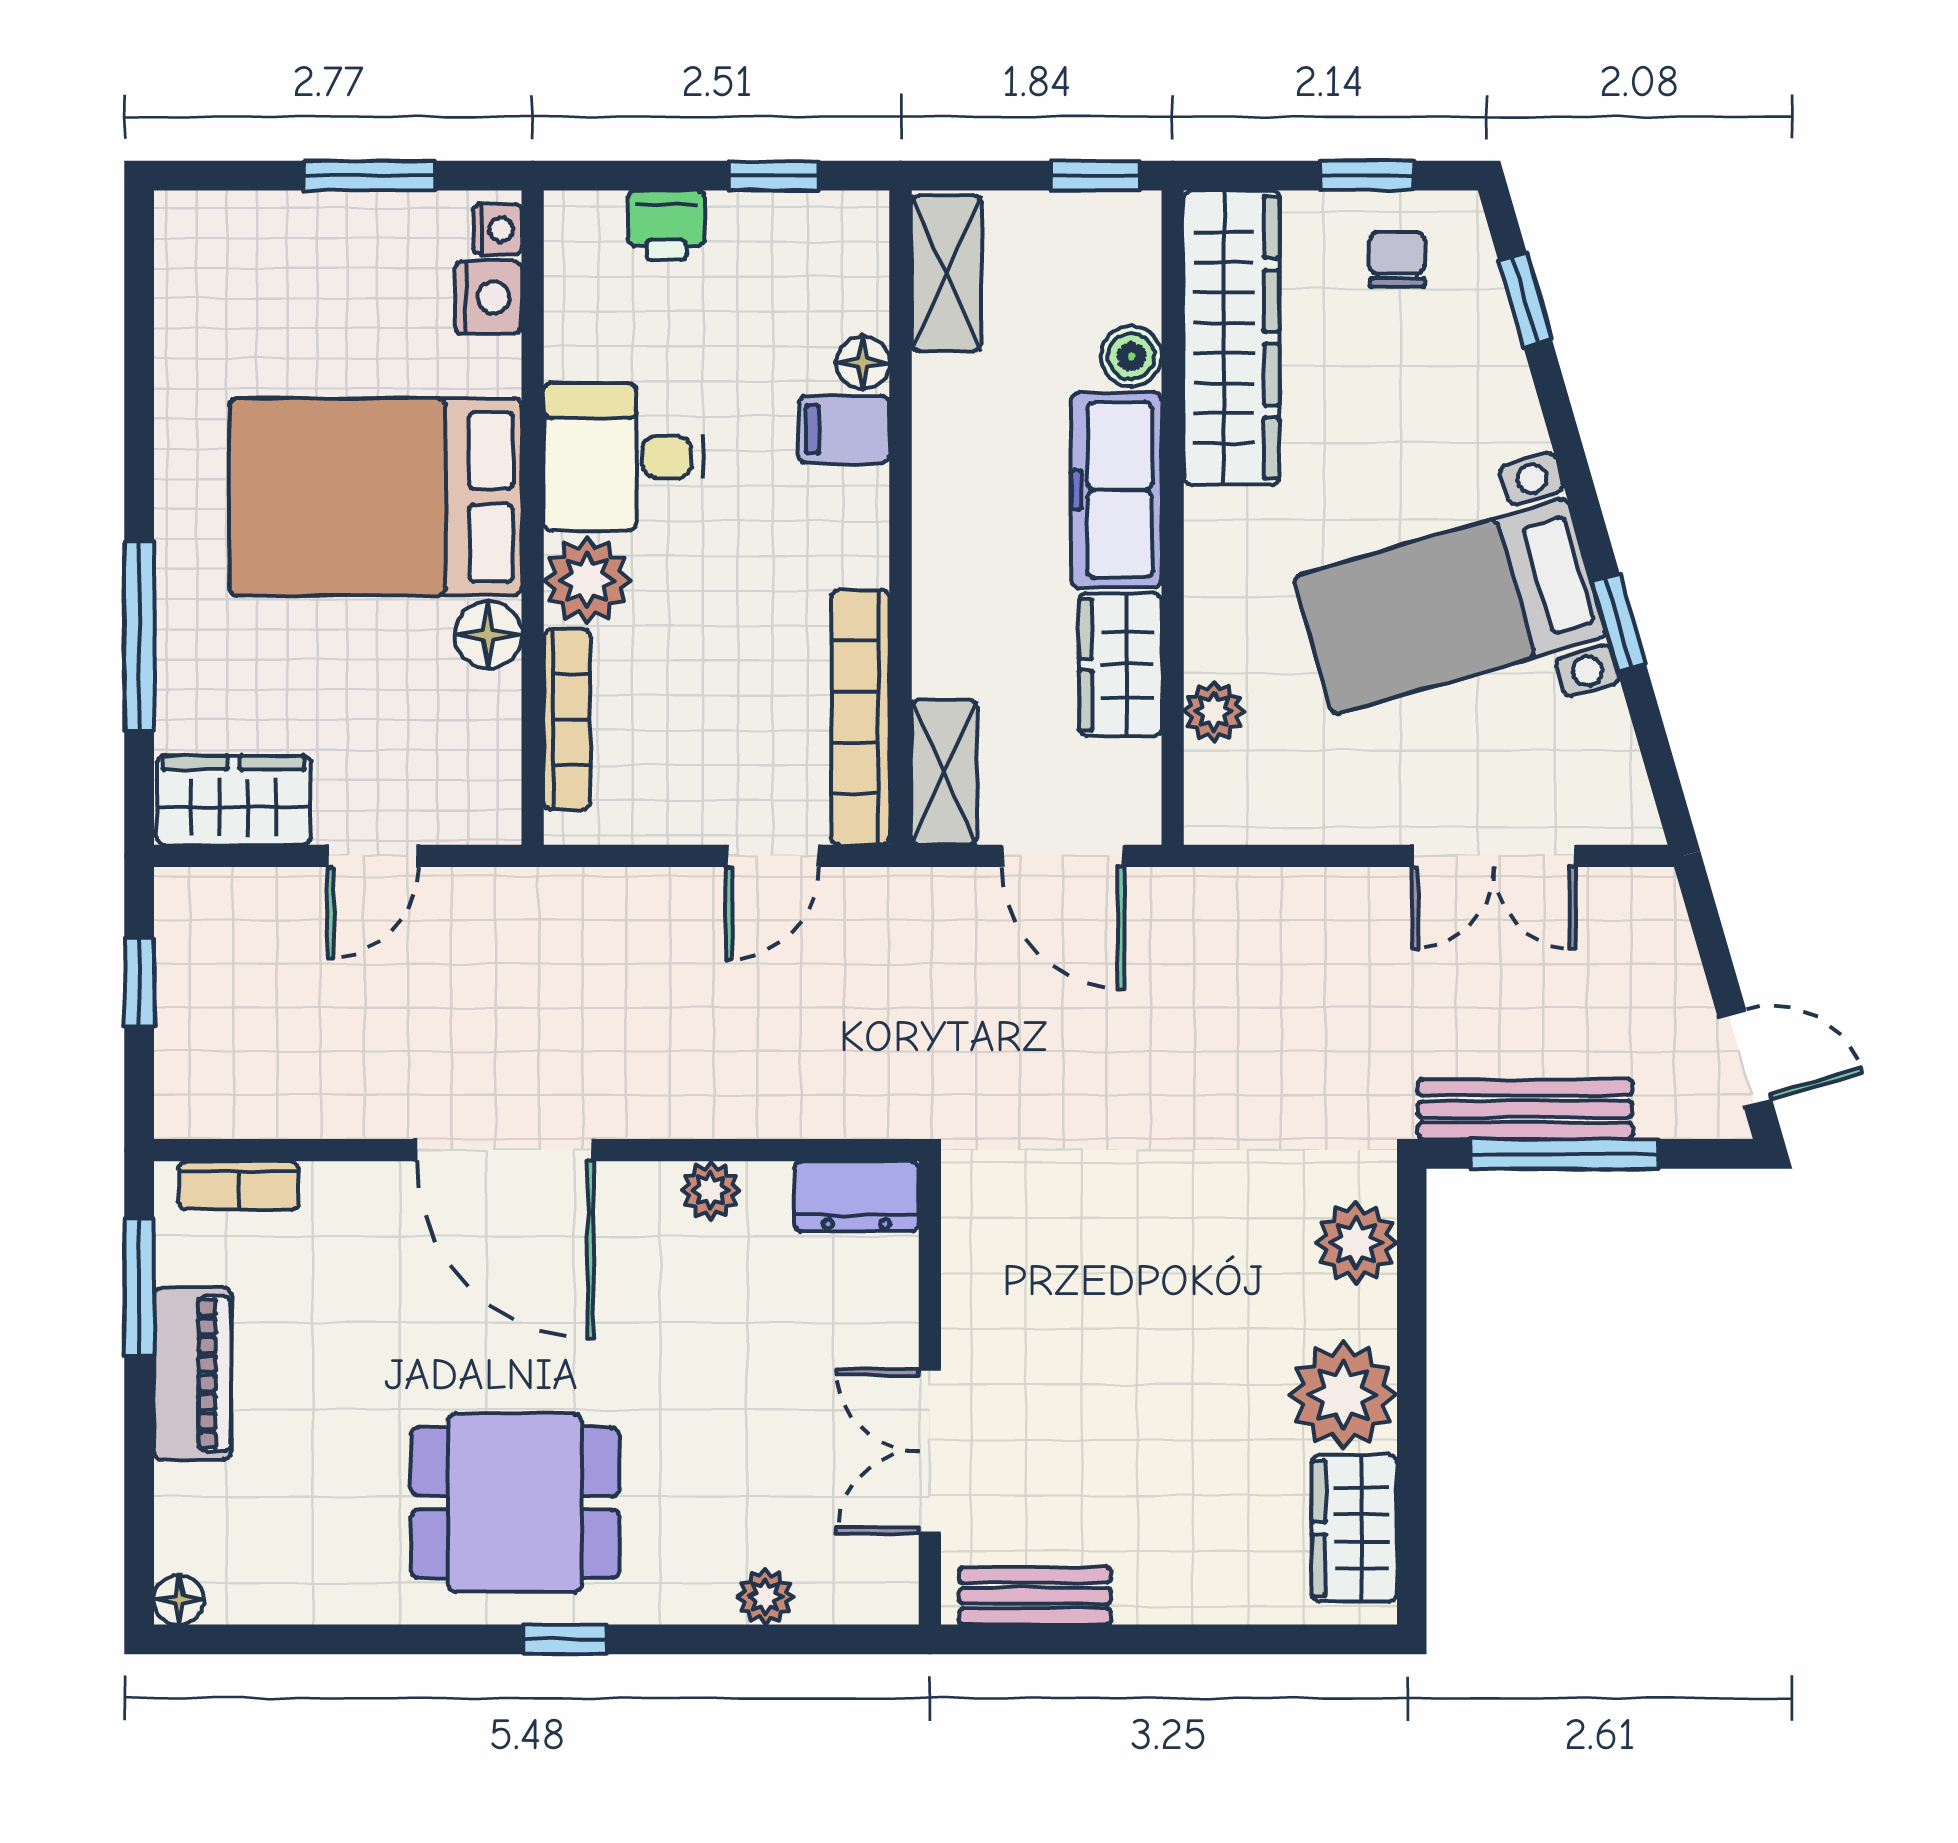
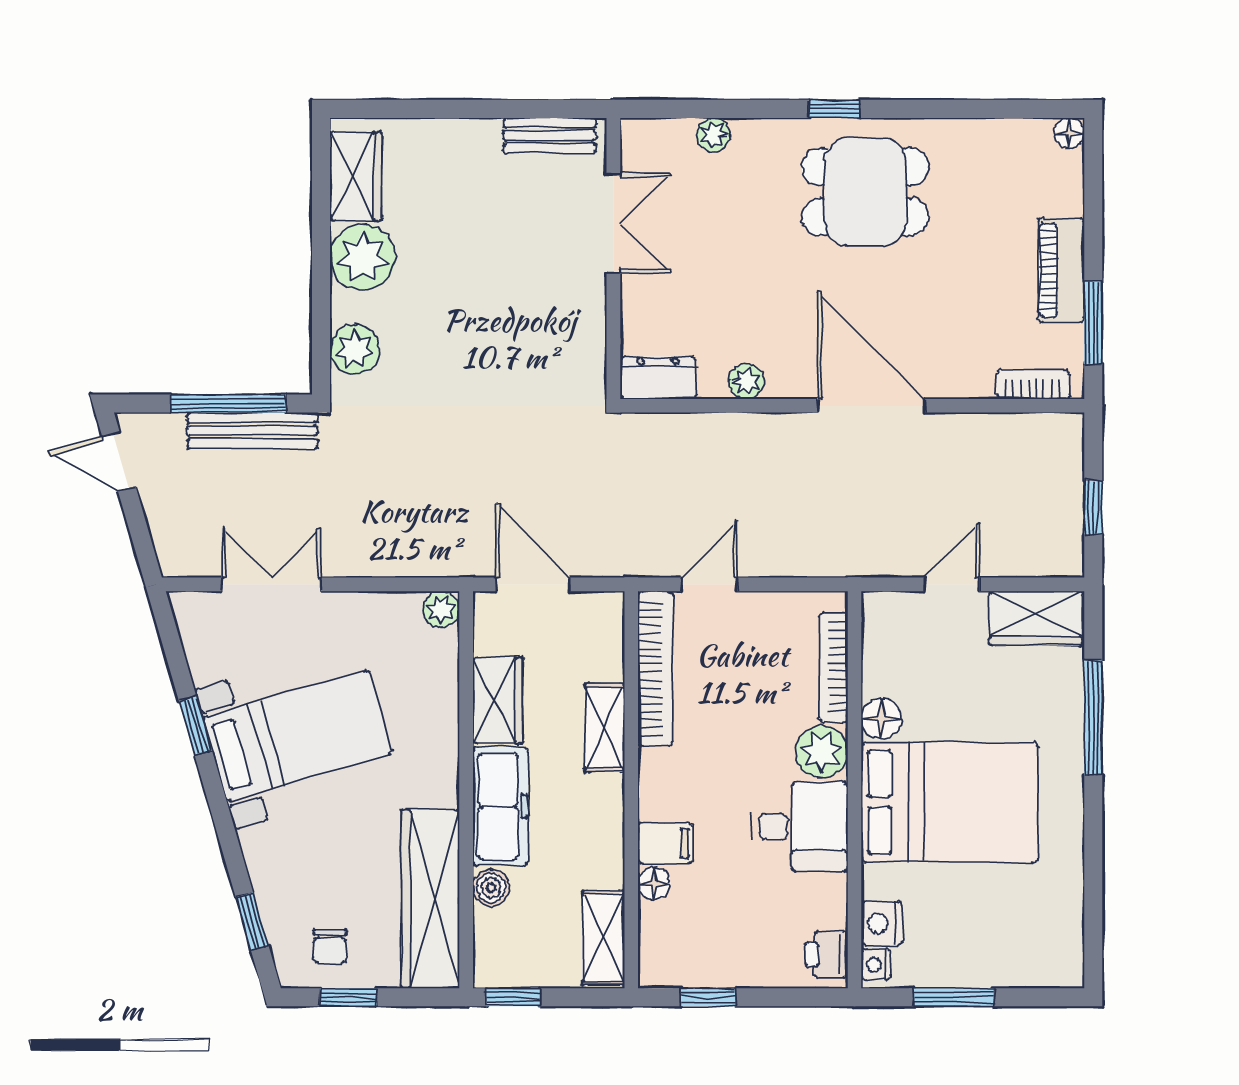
printer: (666, 225) -> (826, 954), moved, turned -90
plant: (1214, 711) -> (441, 609), moved
shelving: (944, 772) -> (605, 728), moved

